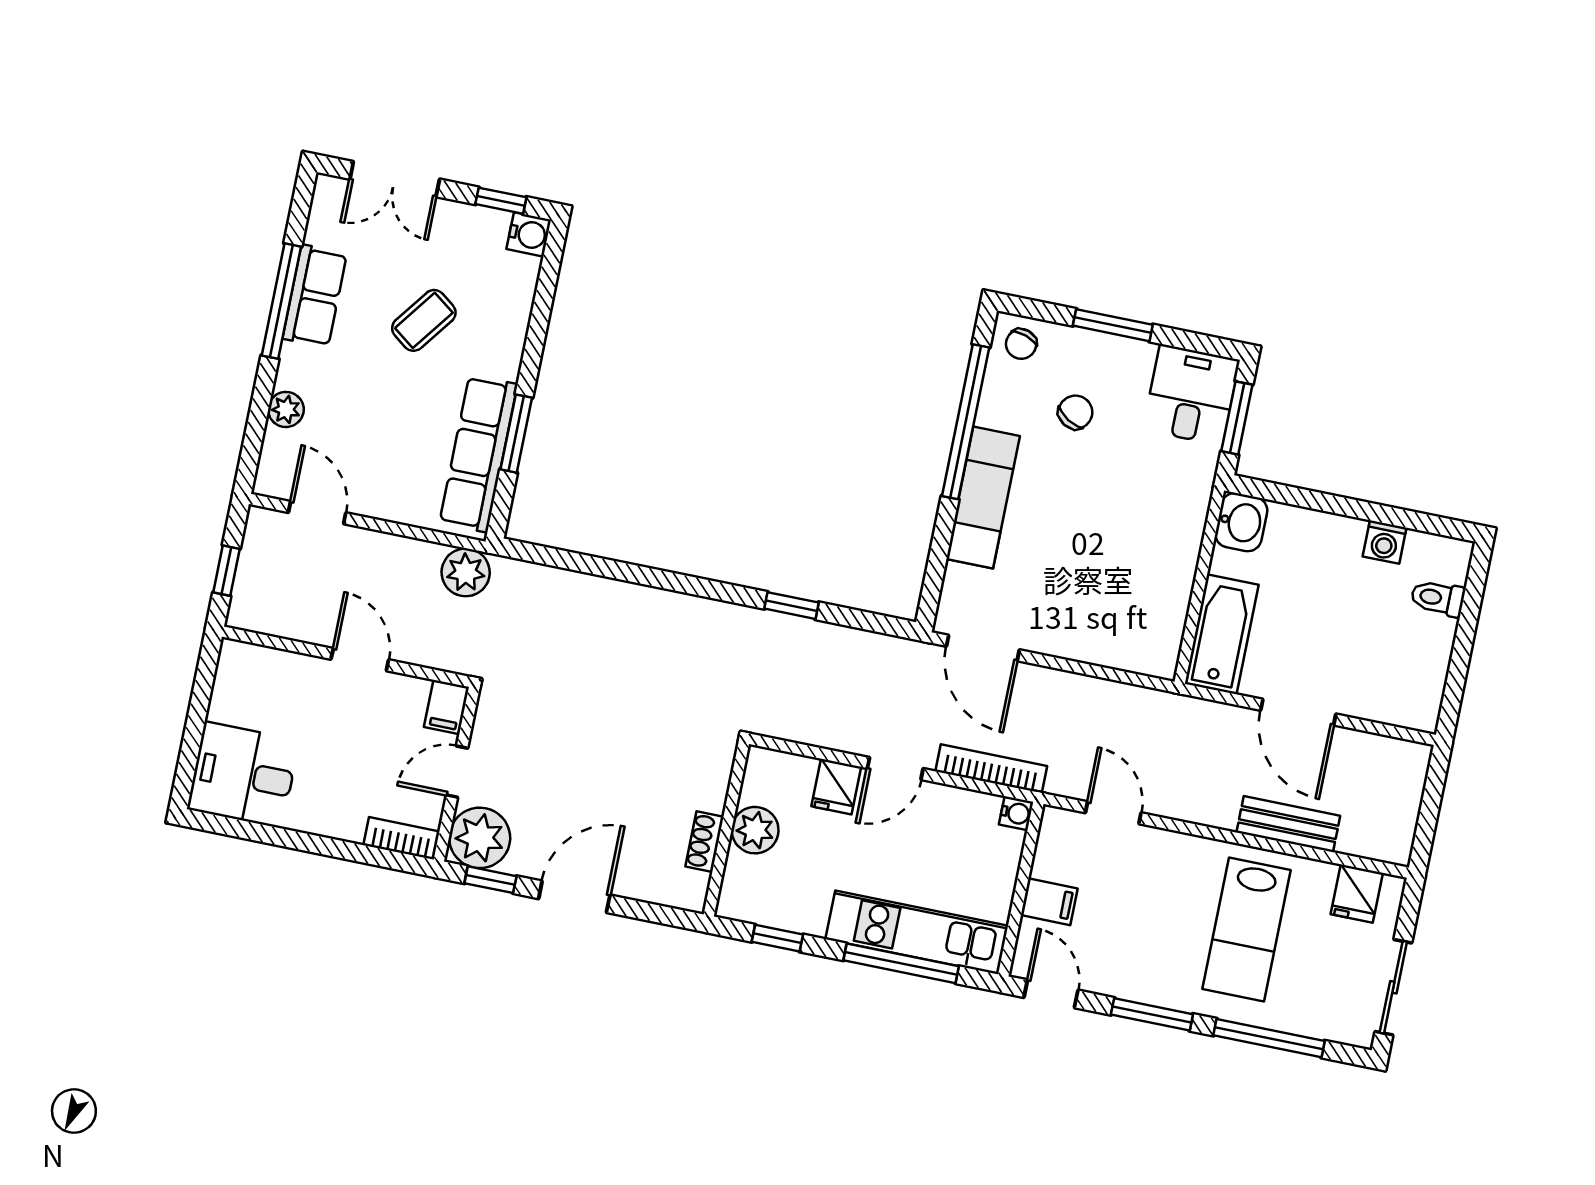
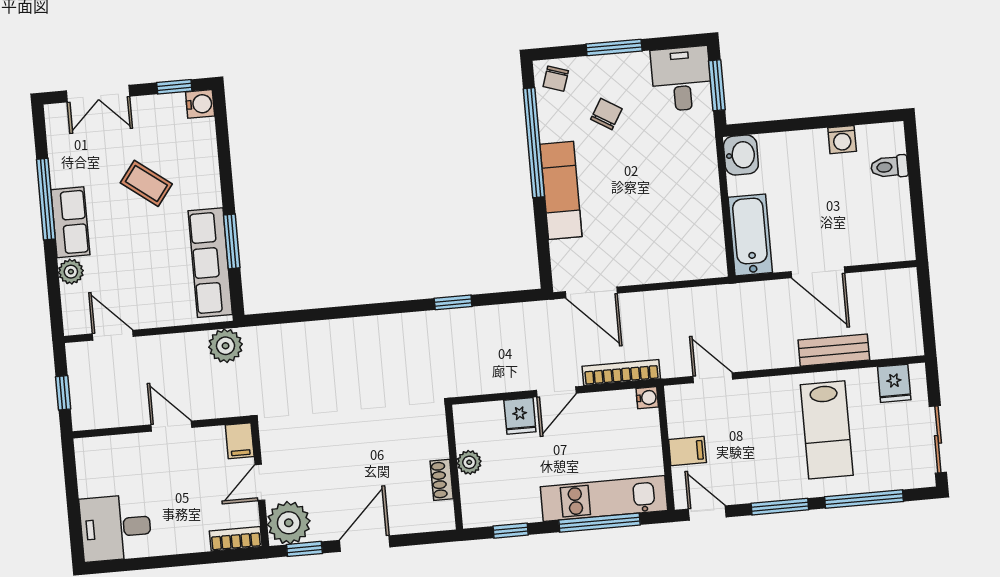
row of seats: (315, 296) -> (70, 222), moved
coffee table: (424, 320) -> (146, 183), turned 90
plant: (755, 830) -> (469, 462), width x0.73, depth x0.73

